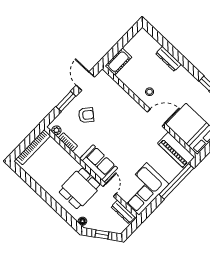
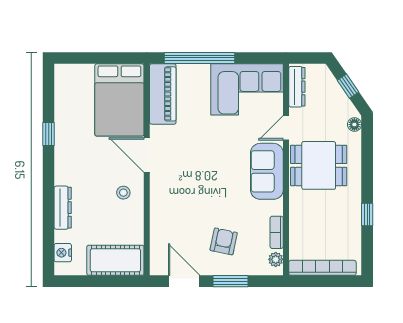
nightstand: (149, 40) -> (63, 253), added
cot: (118, 62) -> (115, 260), width x1.37, depth x1.34
door: (85, 81) -> (184, 281), swing flipped
armchair: (86, 115) -> (224, 241), turned 62
window: (38, 189) -> (367, 214), added

